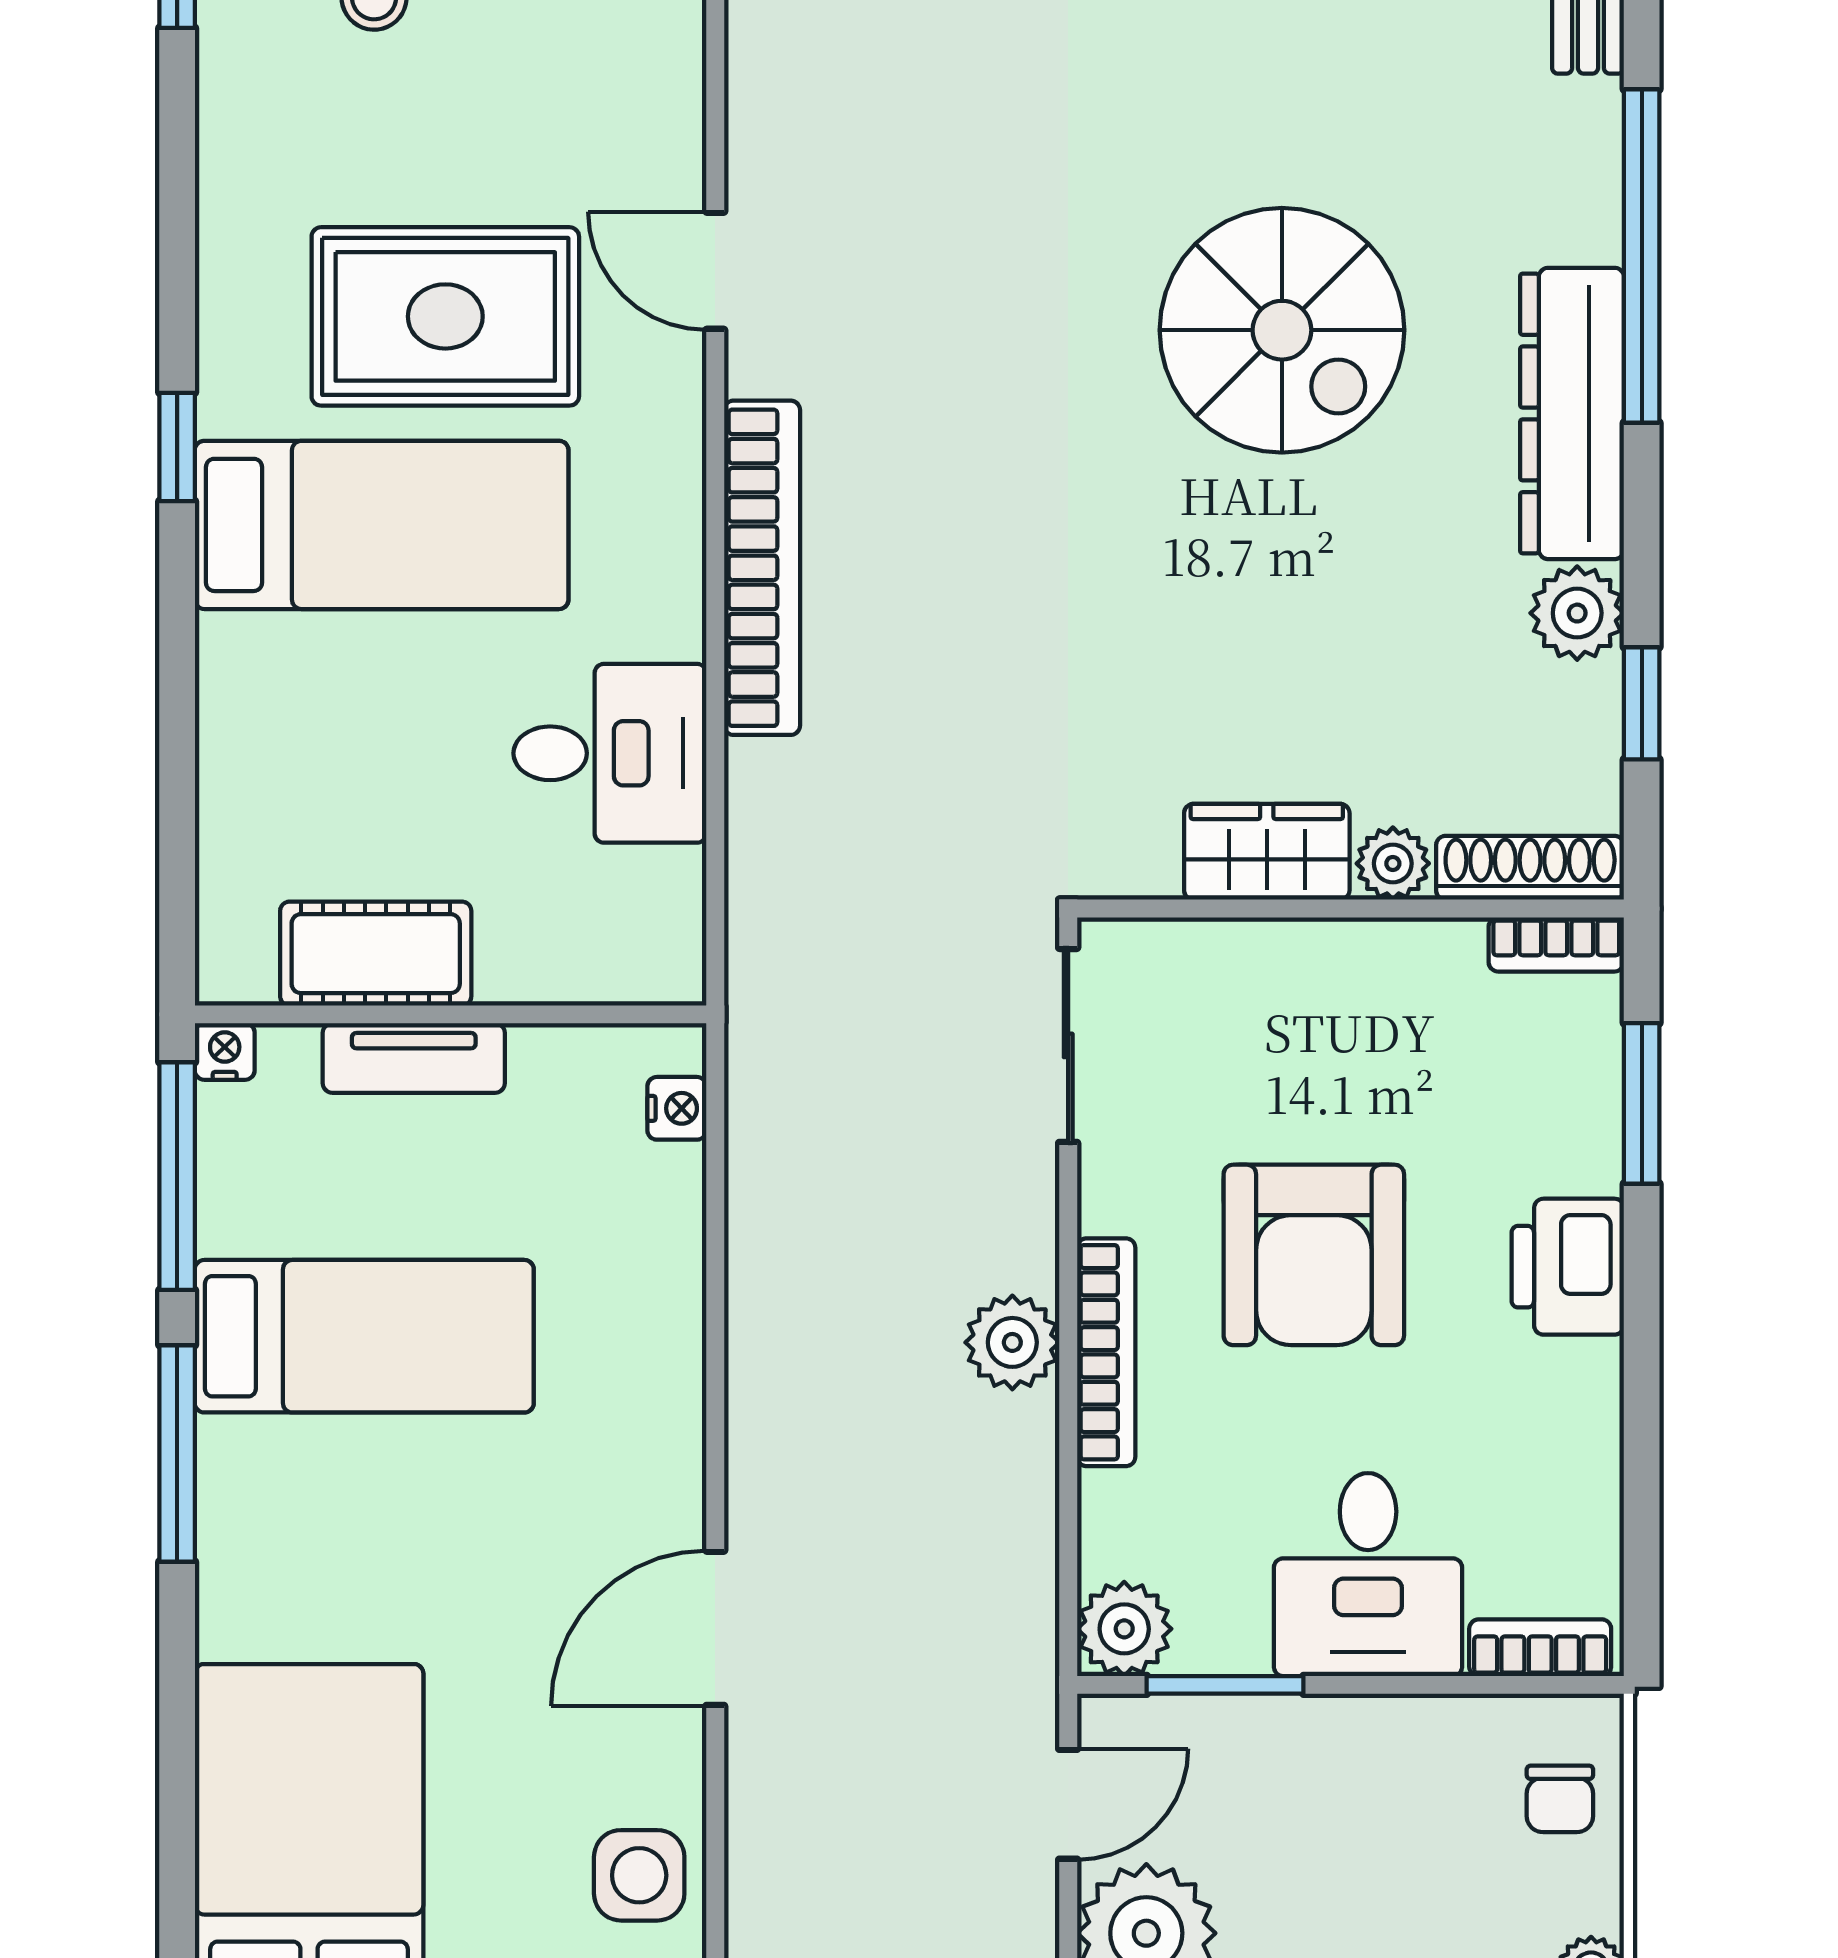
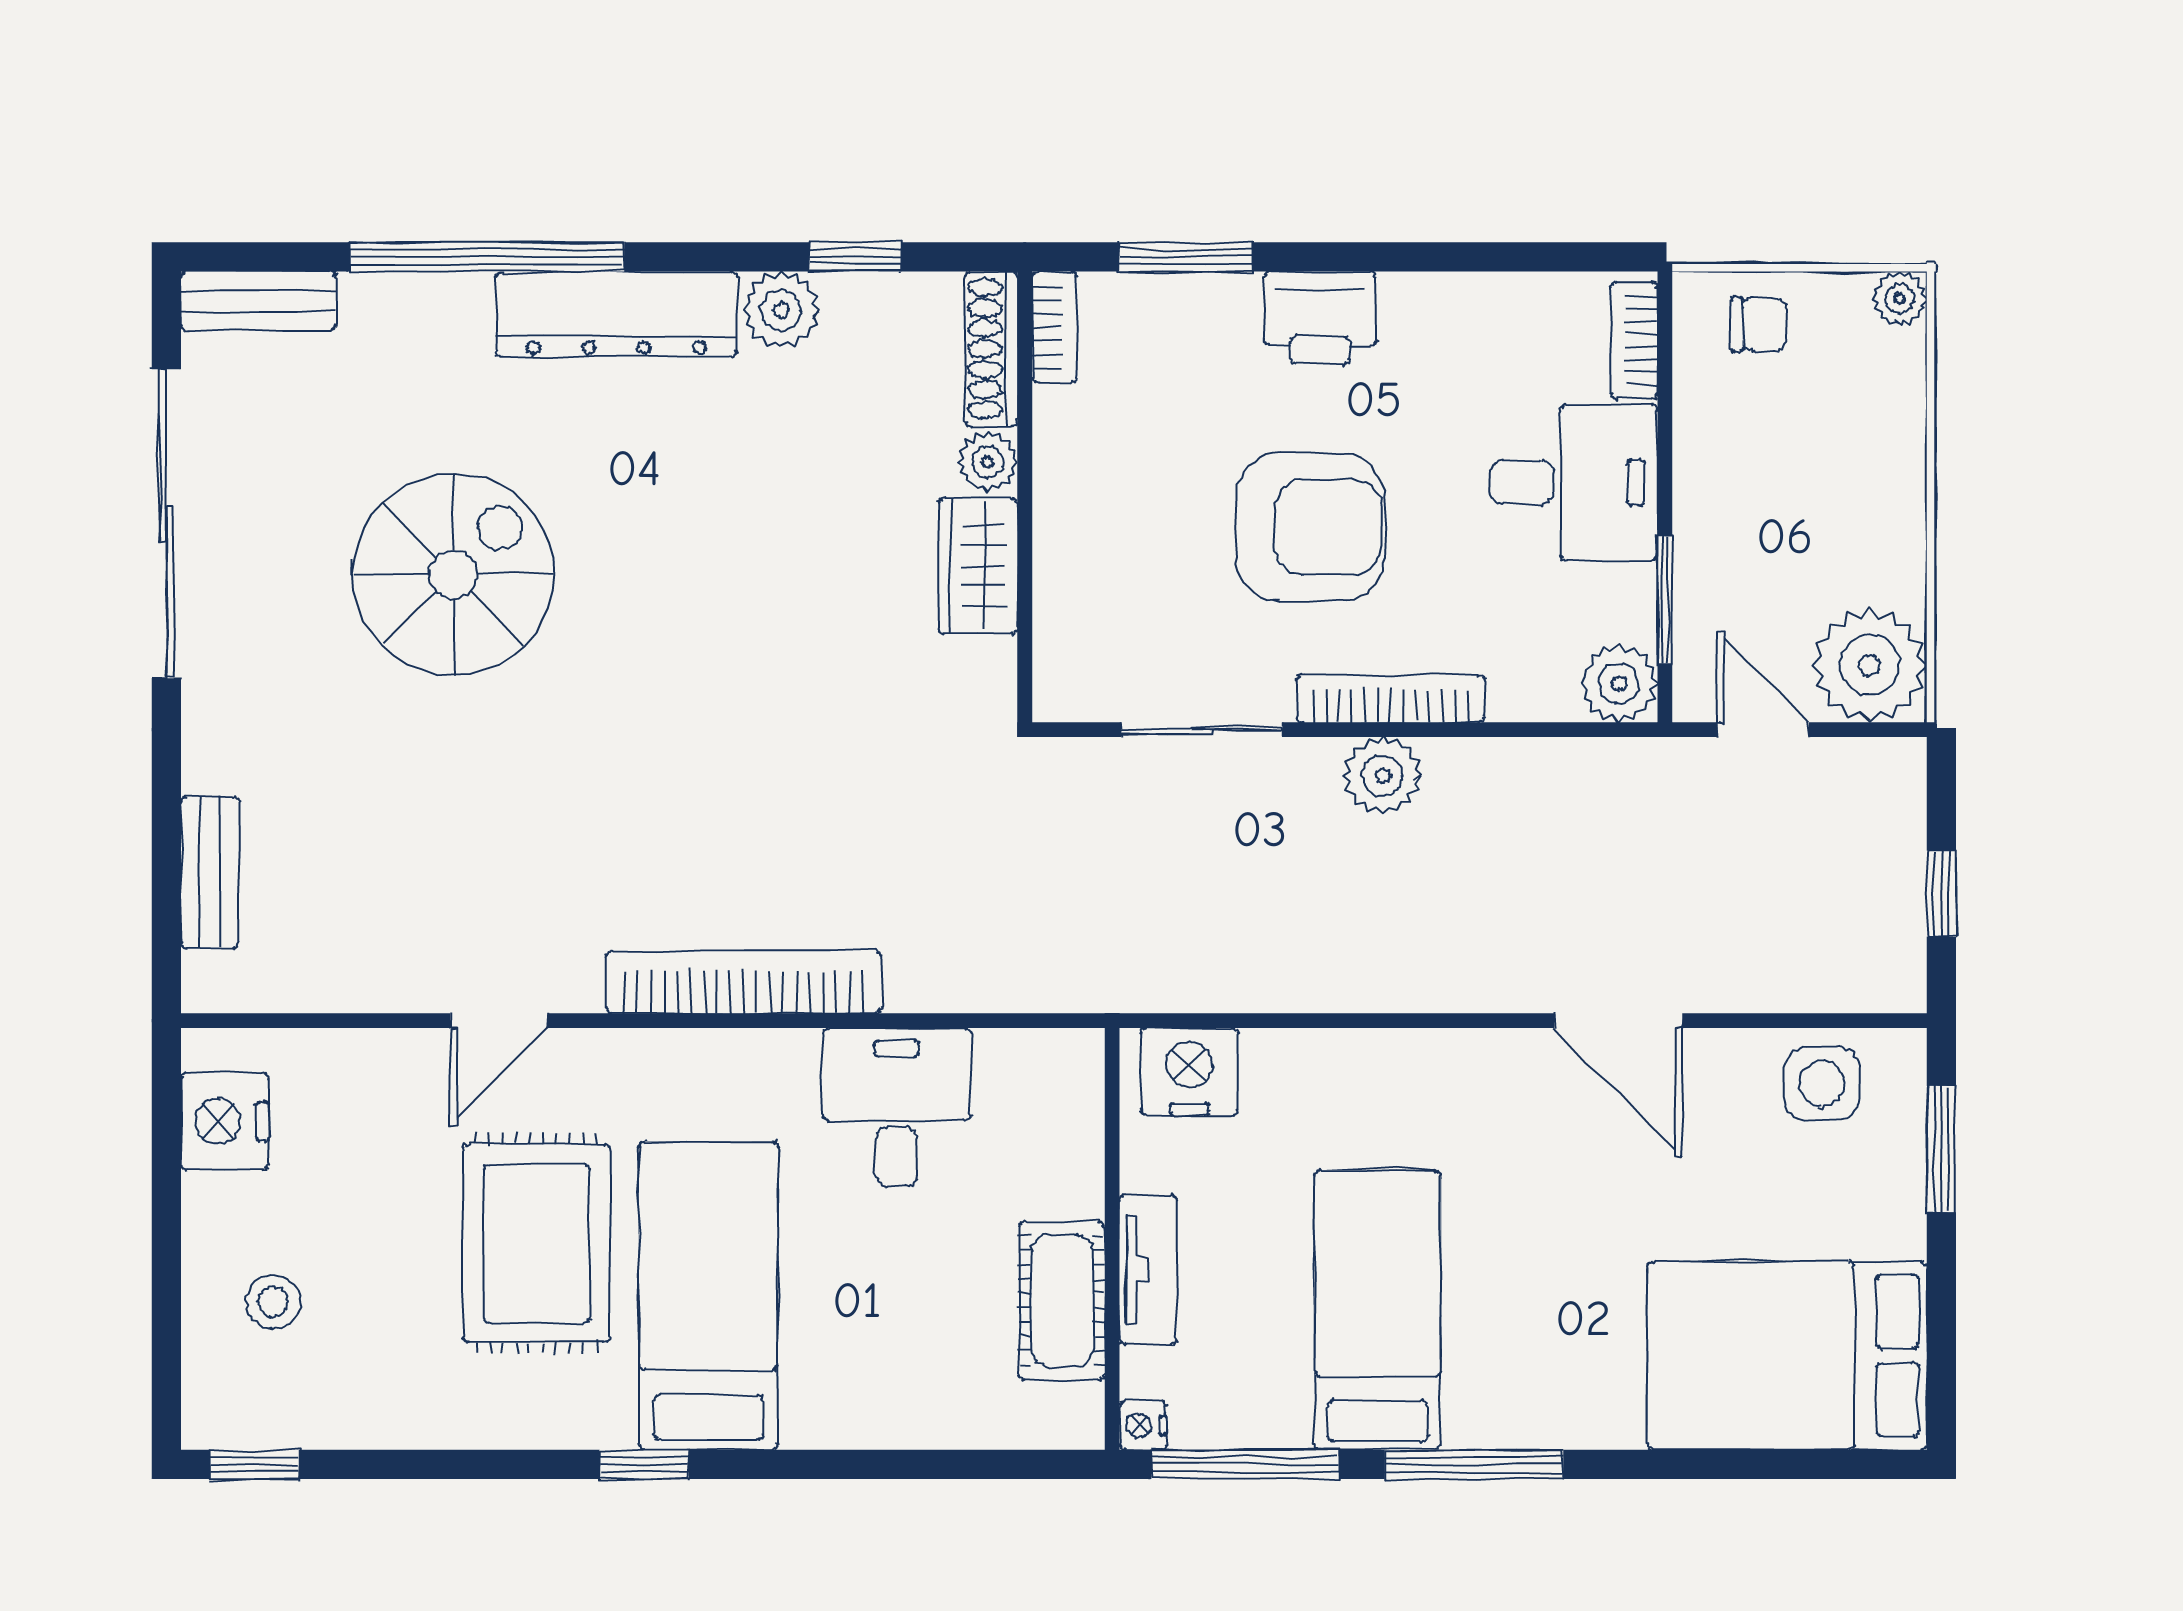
spiral stairs: (1282, 330) -> (453, 574), moved
sliding door: (1068, 1045) -> (1202, 730), moved
nightstand: (677, 1108) -> (1189, 1072), width x1.89, depth x1.79

